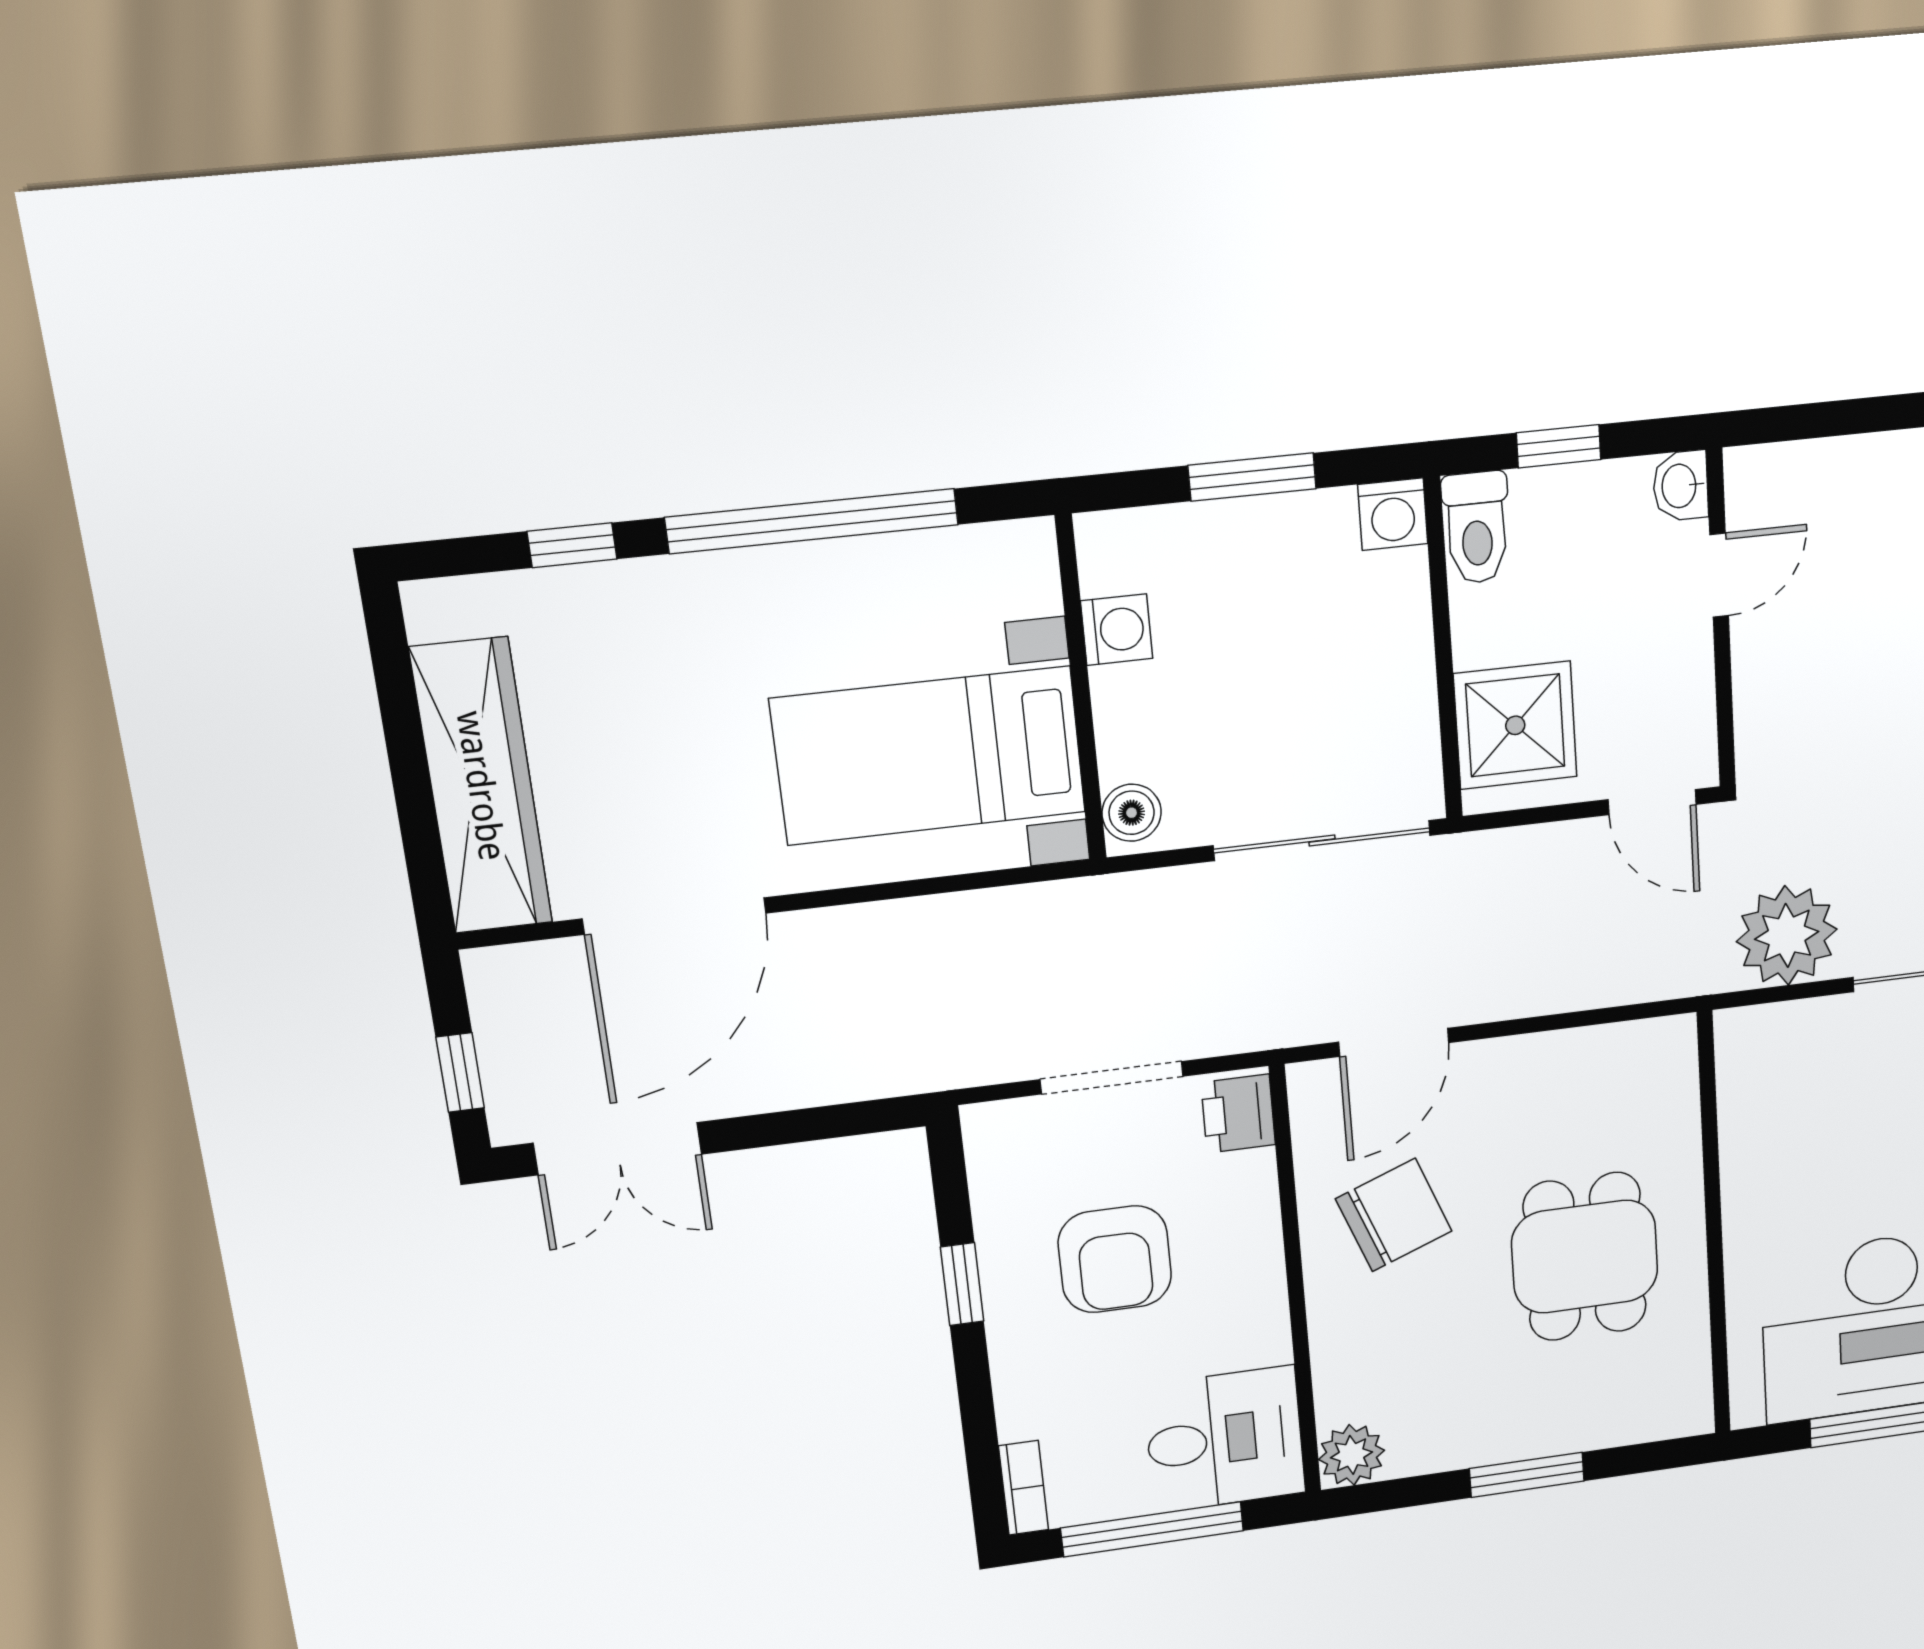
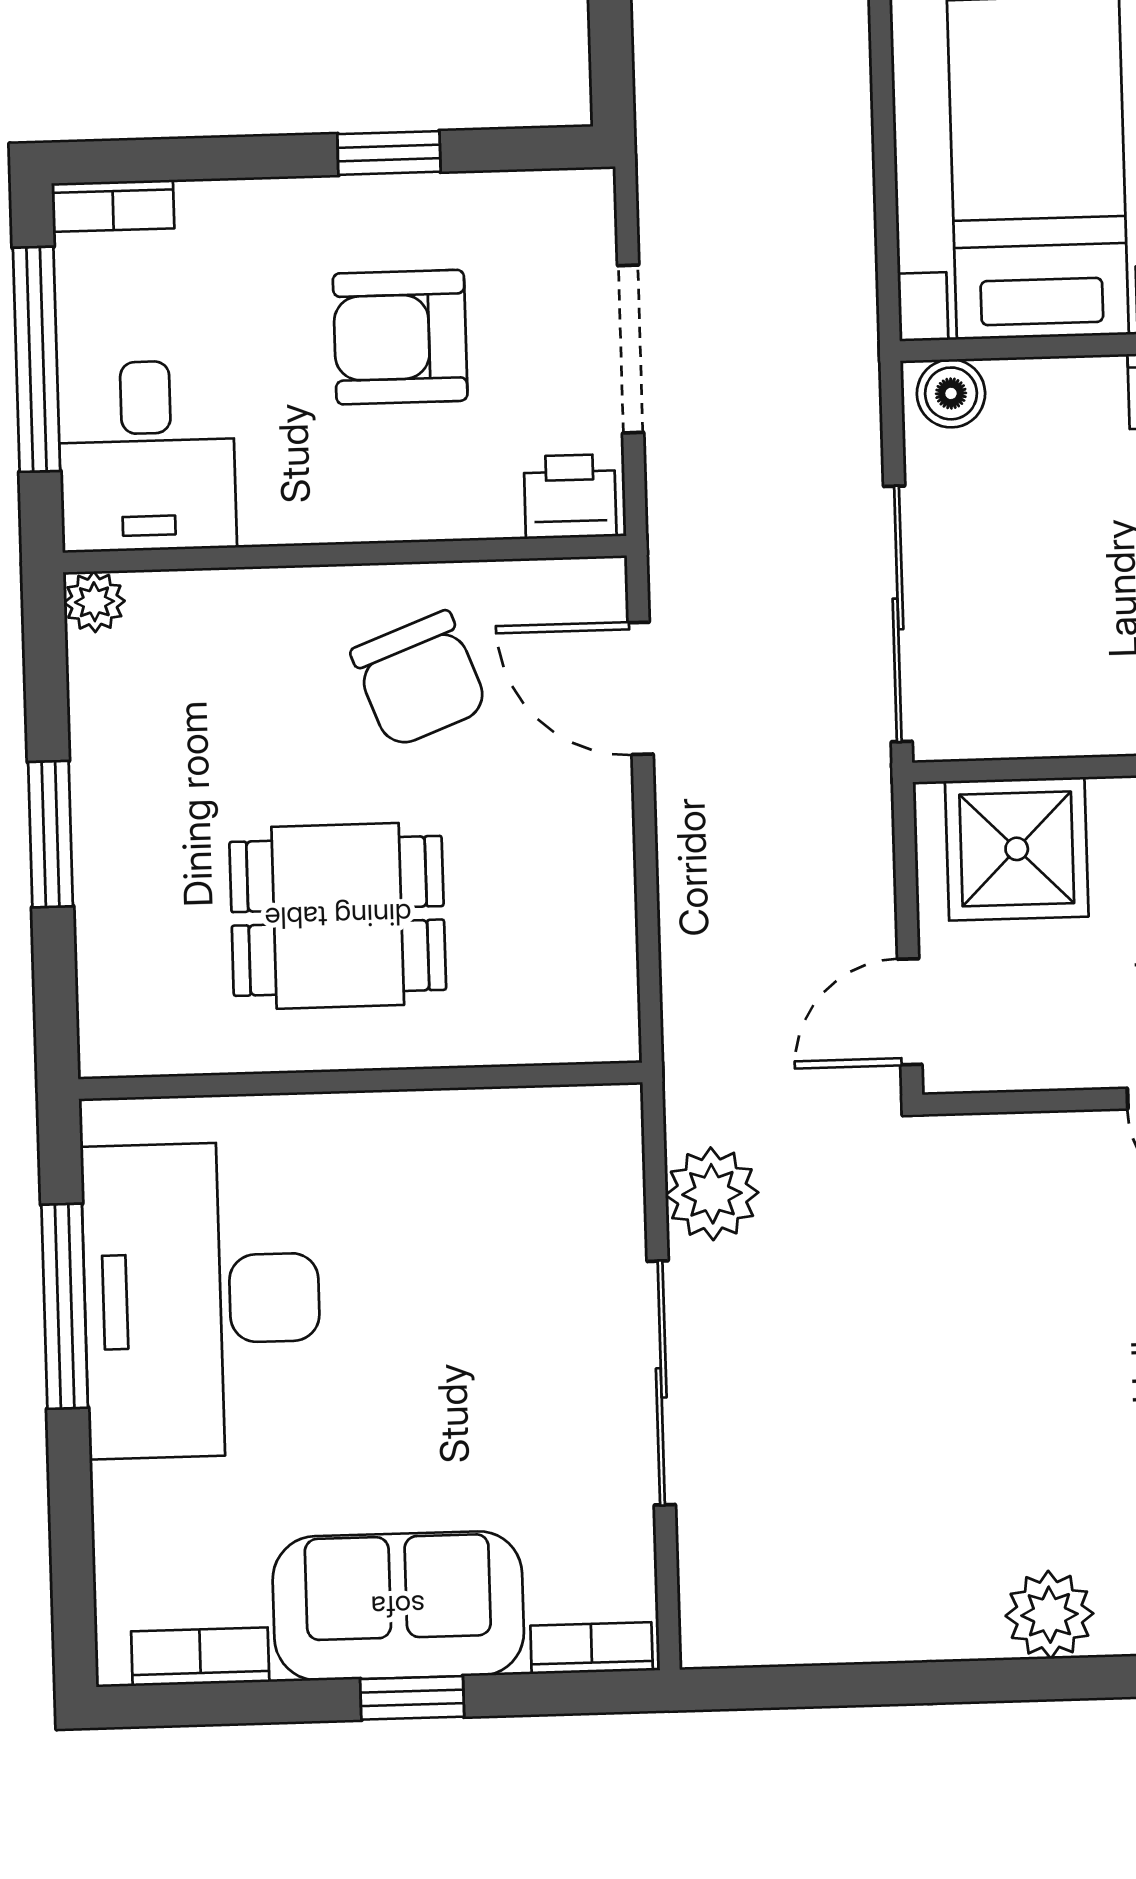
plant: (1787, 935) -> (712, 1194), width x0.73, depth x0.73
plant: (1352, 1455) -> (94, 602), width x0.73, depth x0.73

